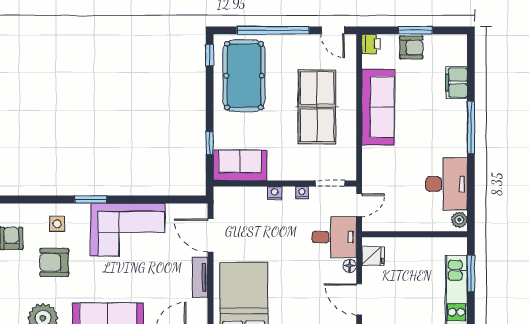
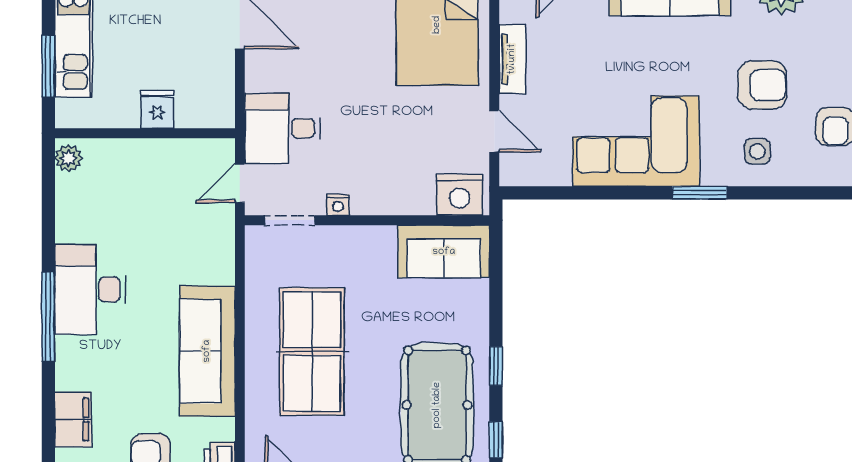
filing cabinet: (457, 83) -> (73, 420), moved
window: (210, 143) -> (496, 366), moved
desk: (447, 184) -> (90, 289), moved
nightstand: (275, 193) -> (460, 195), moved, width x1.89, depth x1.79
door: (211, 235) -> (494, 131), width x0.73
fridge: (373, 256) -> (157, 109), moved, turned 90
floor lamp: (350, 266) -> (256, 79), removed

